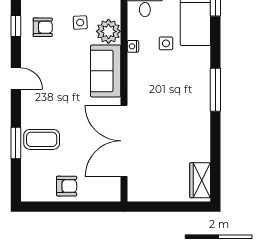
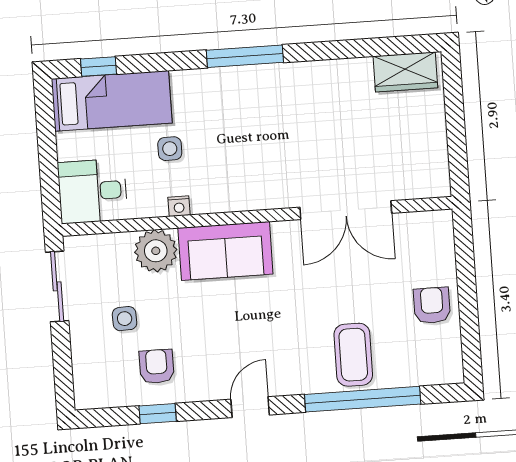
side table: (80, 23) -> (125, 319), moved
double door: (124, 141) -> (346, 210), width x0.73
window: (16, 143) -> (363, 399), width x2.11

